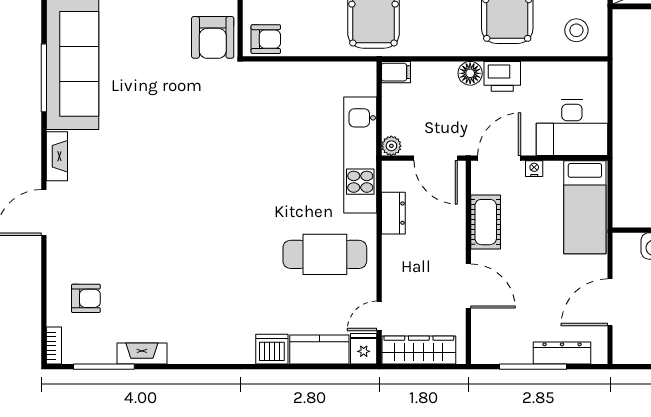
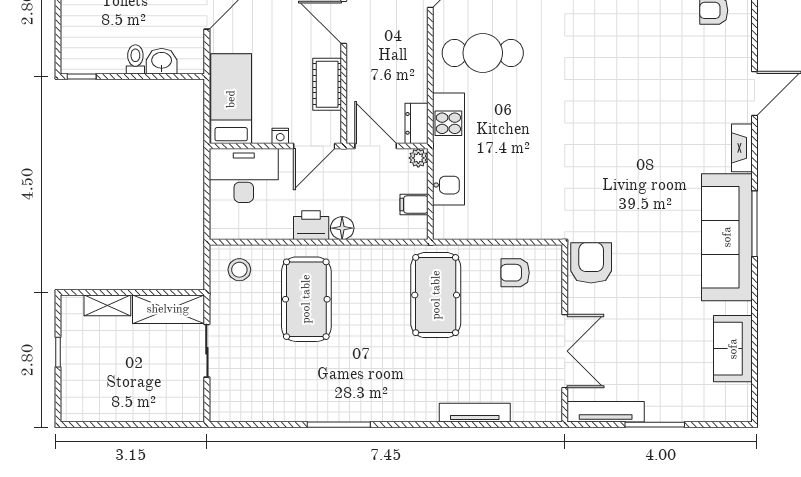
armchair: (266, 39) -> (515, 273), moved
filing cabinet: (396, 72) -> (414, 205), moved
dresser: (393, 213) -> (416, 123), moved

